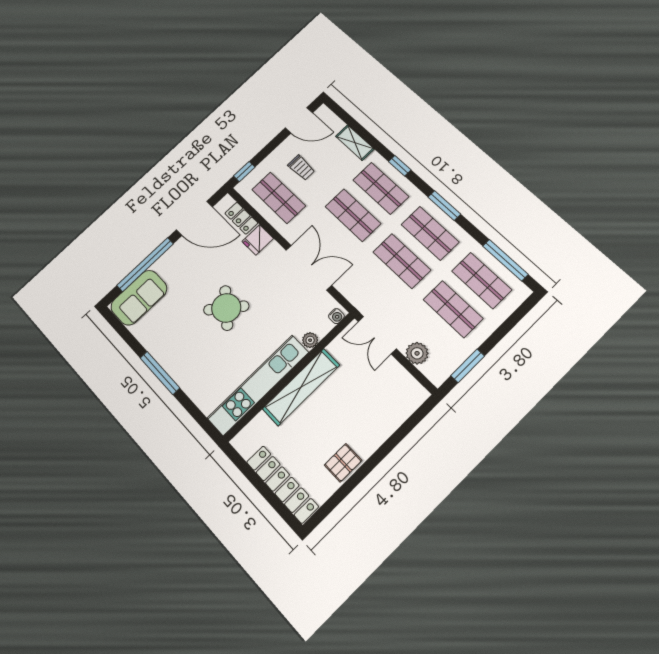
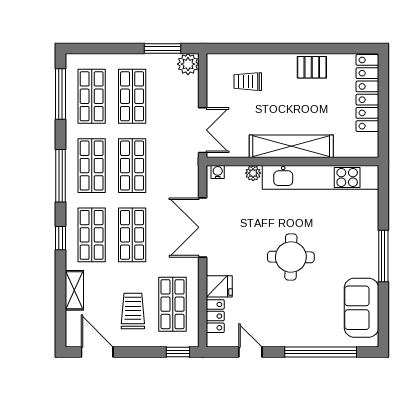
trolley: (301, 168) -> (133, 311), width x1.36, depth x1.39
window: (444, 206) -> (61, 176), width x1.44
door: (194, 218) -> (250, 352), width x0.53
sofa: (139, 298) -> (361, 308), moved, turned -90
round table: (226, 308) -> (291, 257), turned -38
plant: (417, 353) -> (188, 64), moved
trolley: (380, 404) -> (248, 82), added

